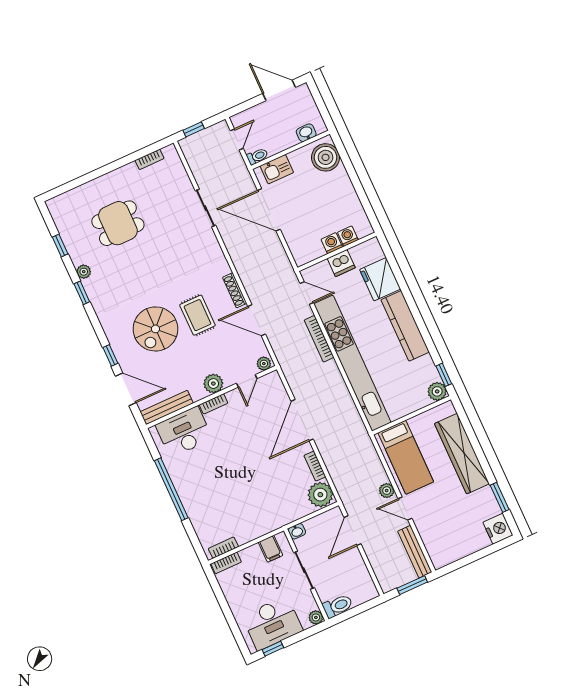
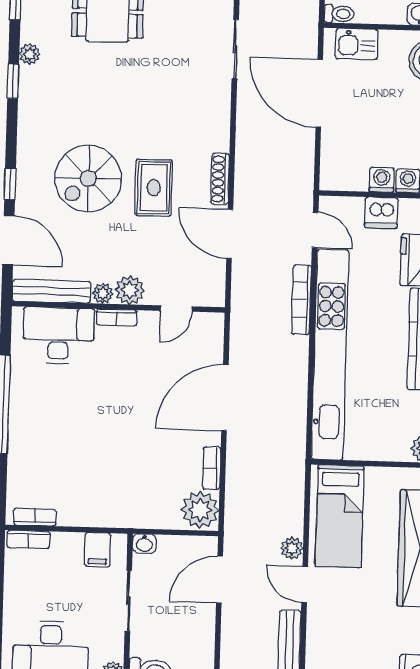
plant: (264, 364) -> (103, 293), moved

